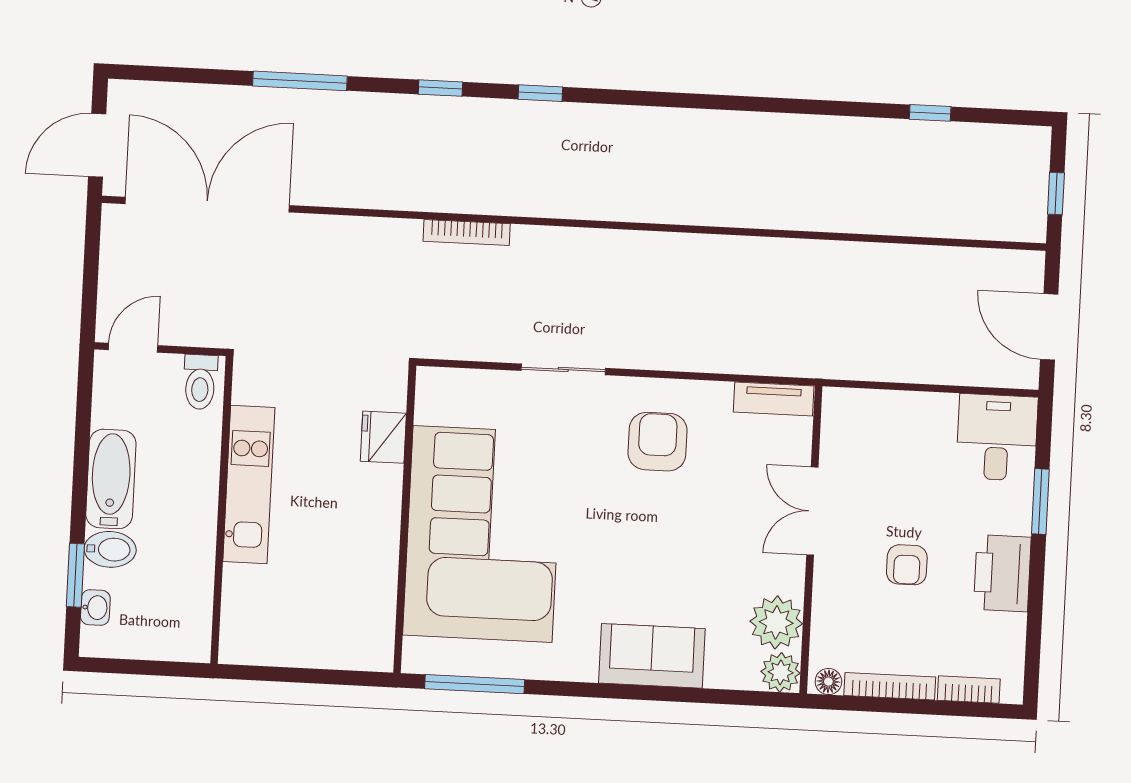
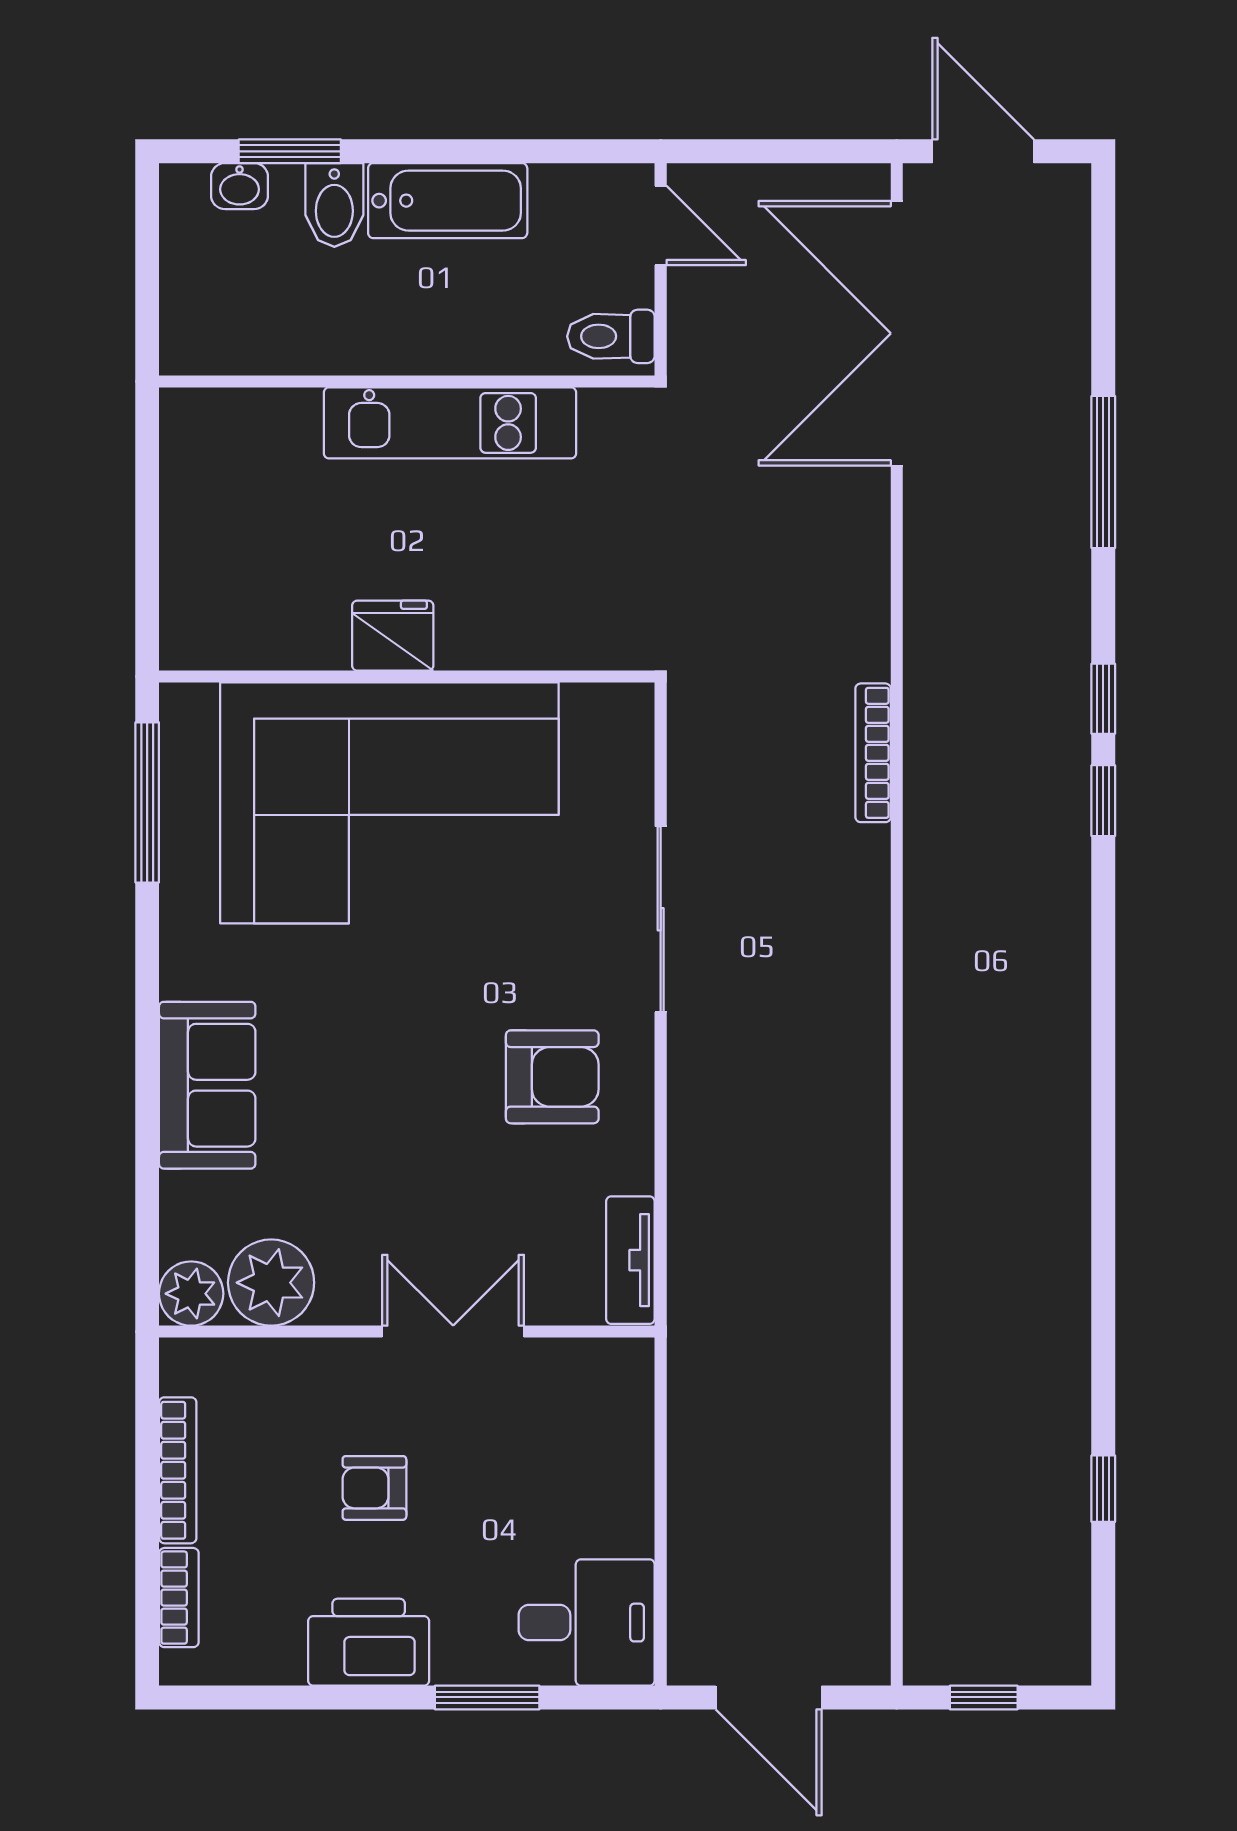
window: (540, 93) -> (1103, 801), moved
double door: (207, 205) -> (897, 333), swing flipped
door: (1049, 327) -> (769, 1697), swing flipped
sliding door: (563, 369) -> (661, 919), width x1.37
fridge: (383, 437) -> (393, 636), moved
floor lamp: (828, 682) -> (180, 1371), removed

